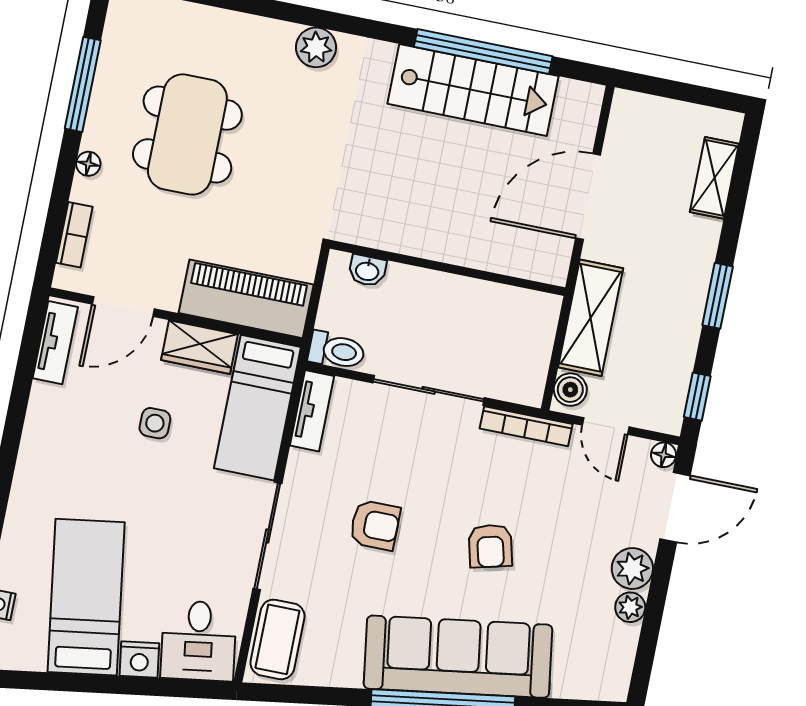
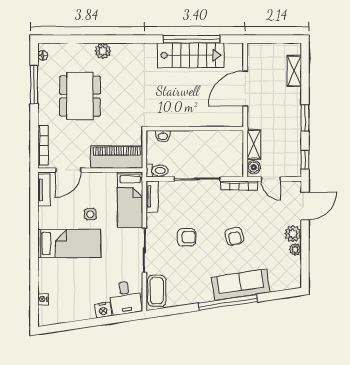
plant: (316, 47) -> (103, 51), moved
floor lamp: (88, 164) -> (43, 55), moved
bookcase: (74, 235) -> (43, 145), width x1.56
shelving: (591, 318) -> (254, 144), width x0.67, depth x0.75
wardrobe: (200, 347) -> (102, 180), removed
floor lamp: (664, 455) -> (296, 186), removed
bed: (86, 597) -> (69, 244), moved, turned 98
sofa: (458, 657) -> (241, 285), width x0.74, depth x0.79

